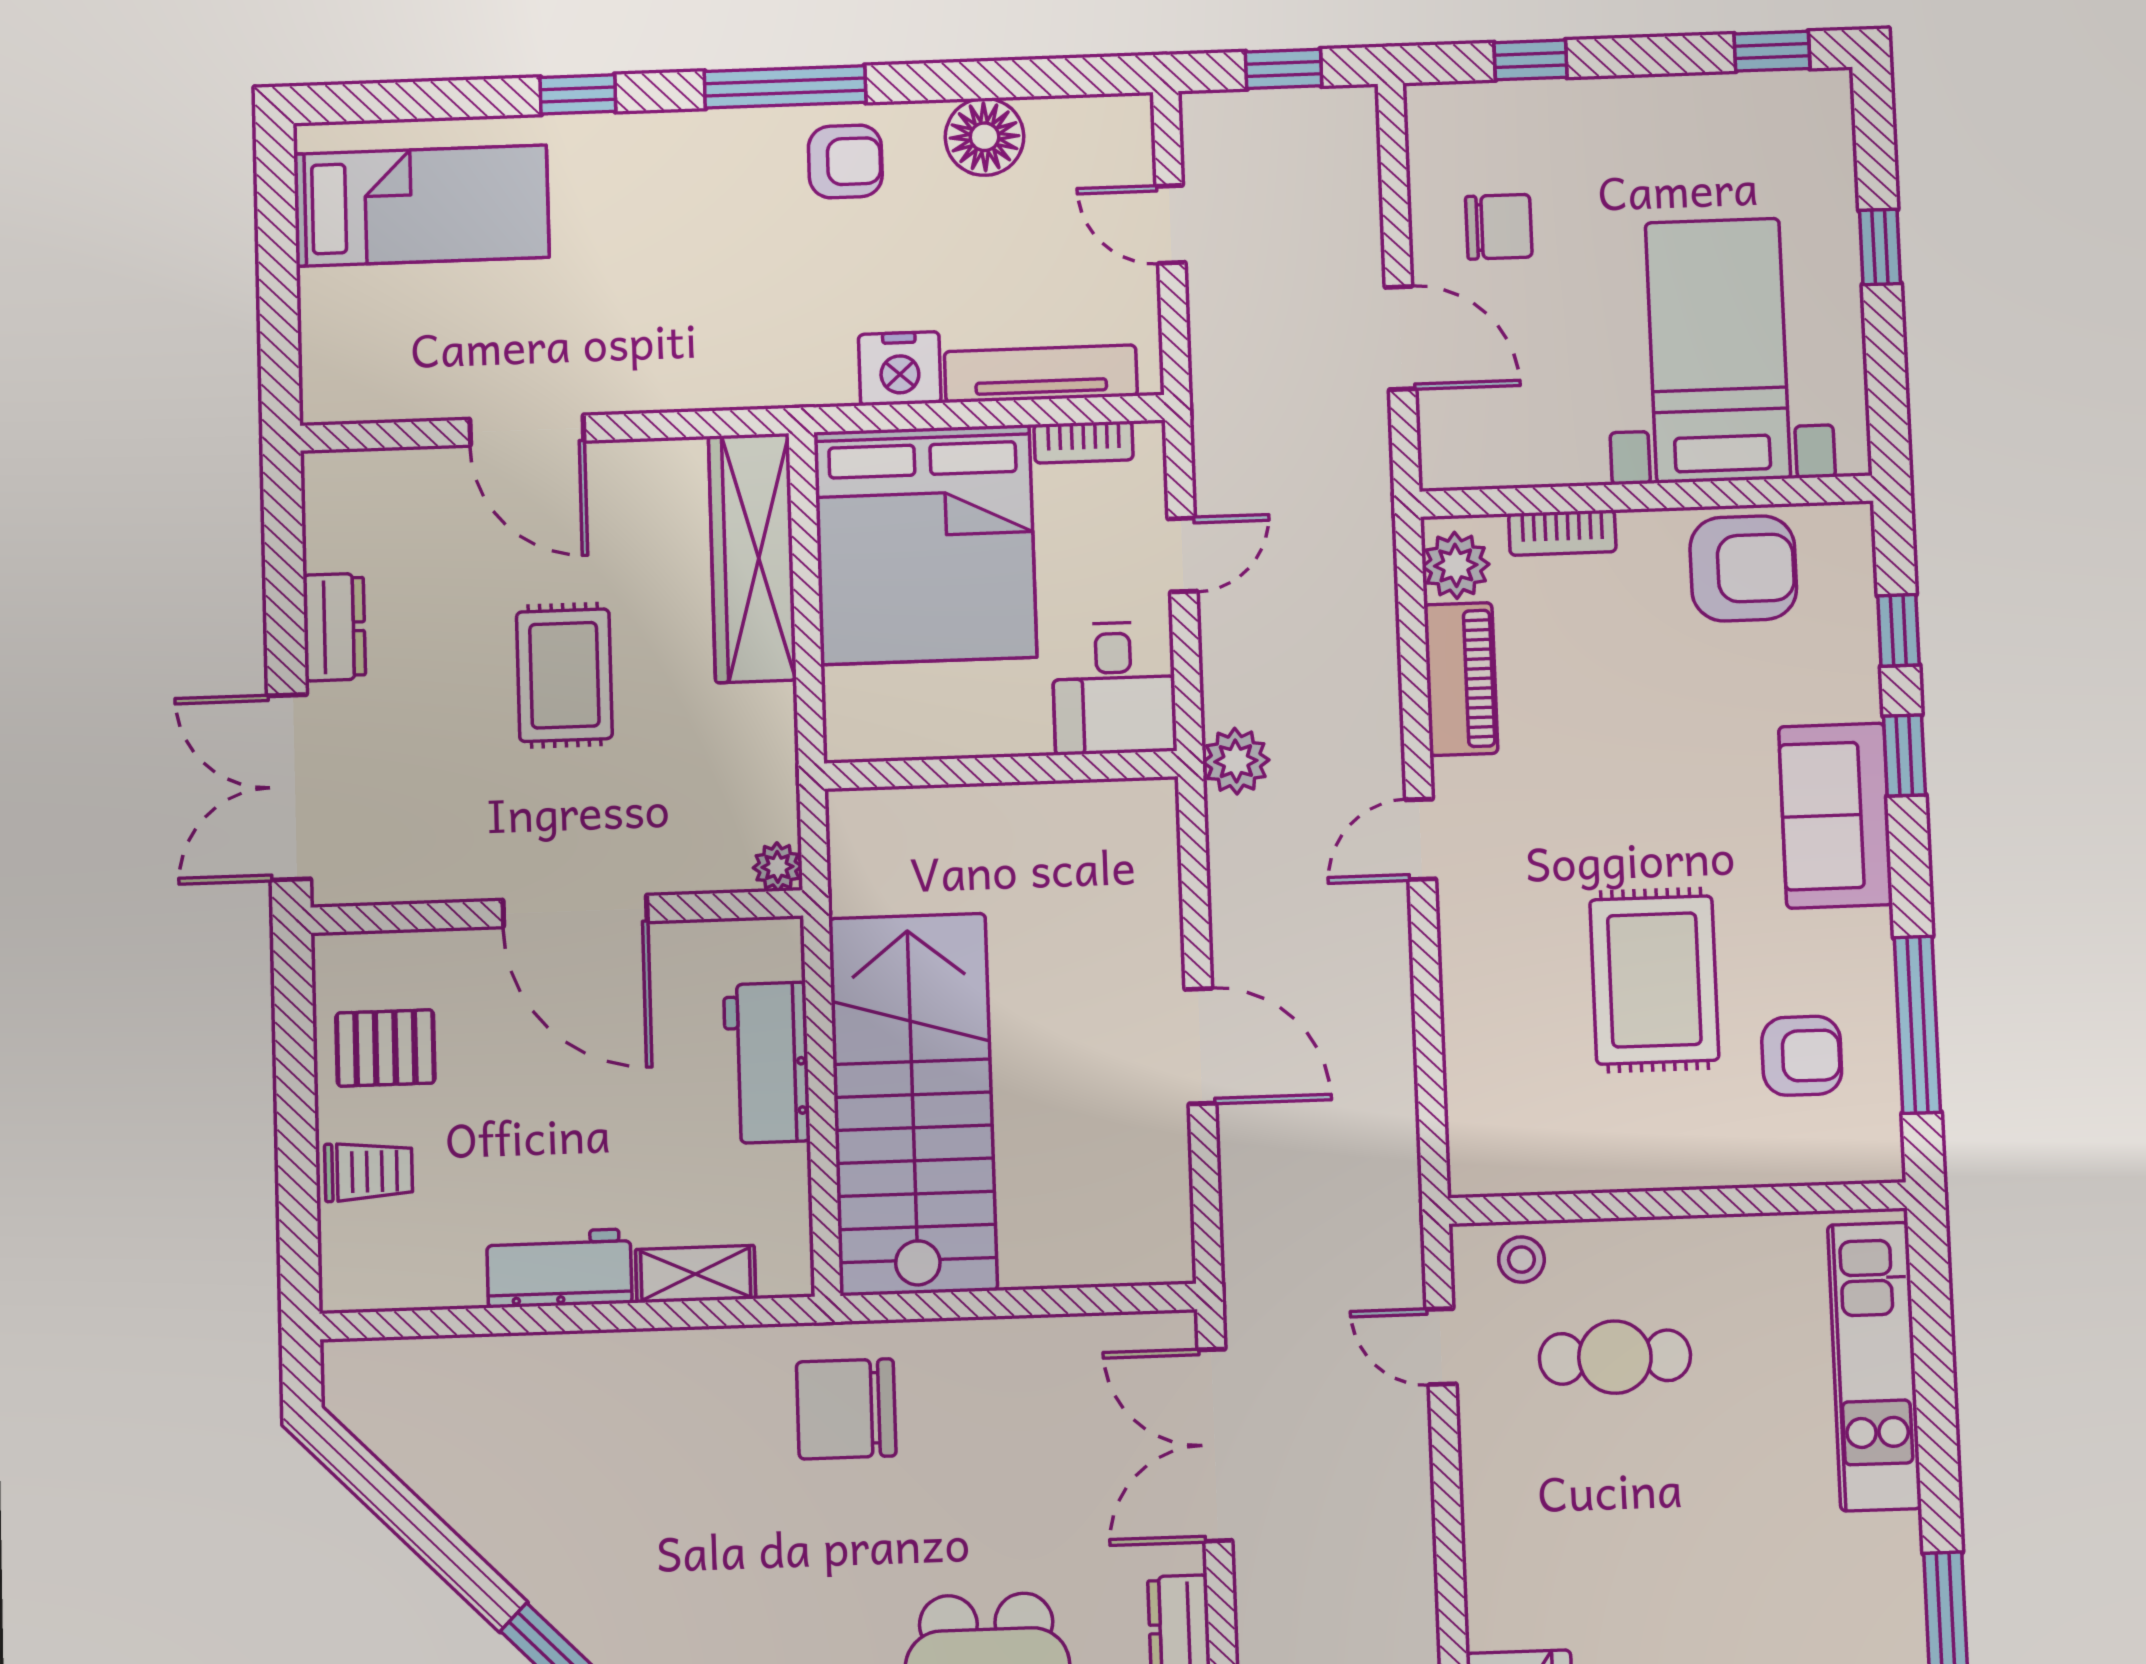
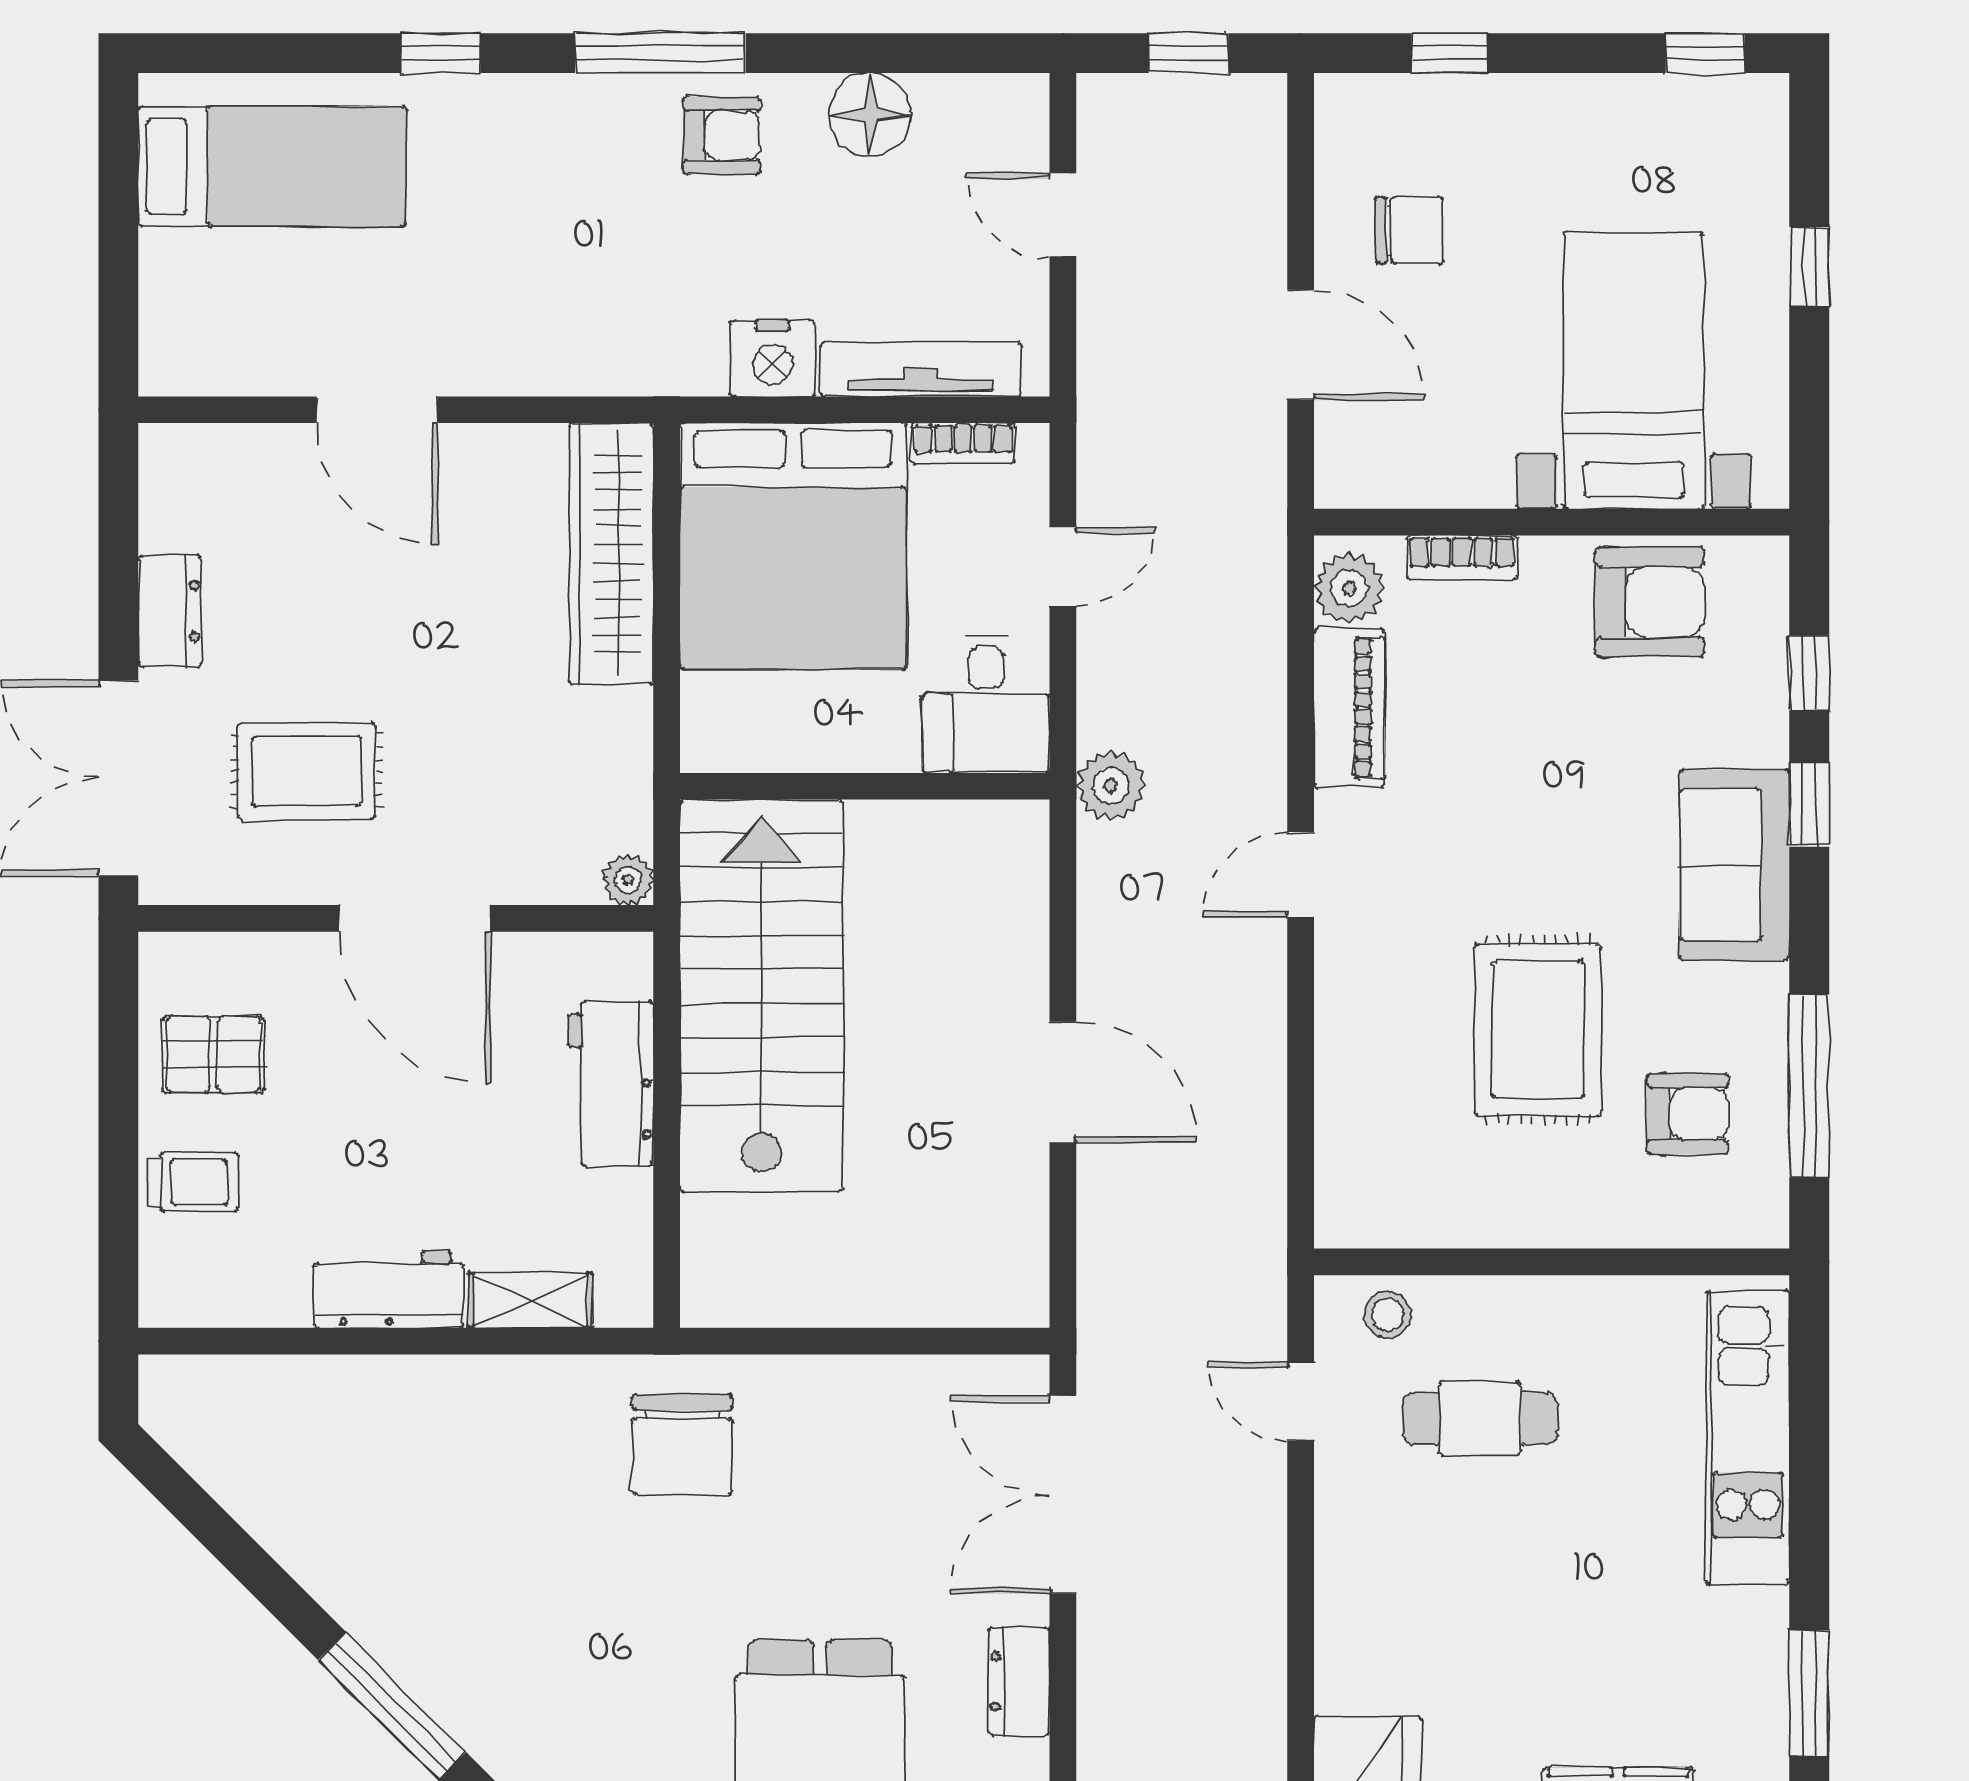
rug: (564, 675) -> (307, 771), moved, turned 90
stairs: (913, 1104) -> (761, 996), moved
chair: (846, 1409) -> (682, 1444), turned -90

